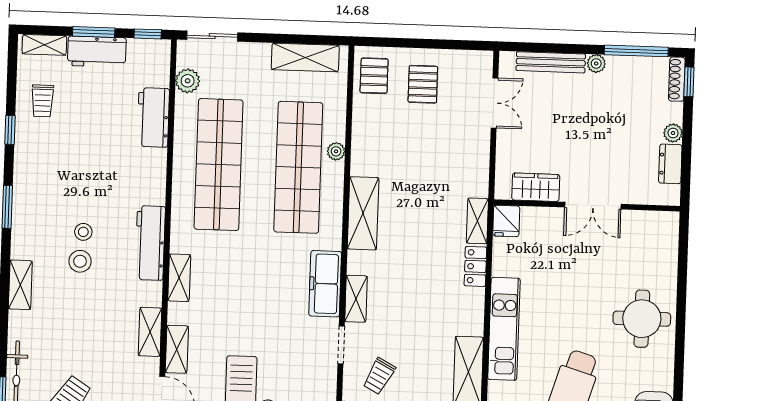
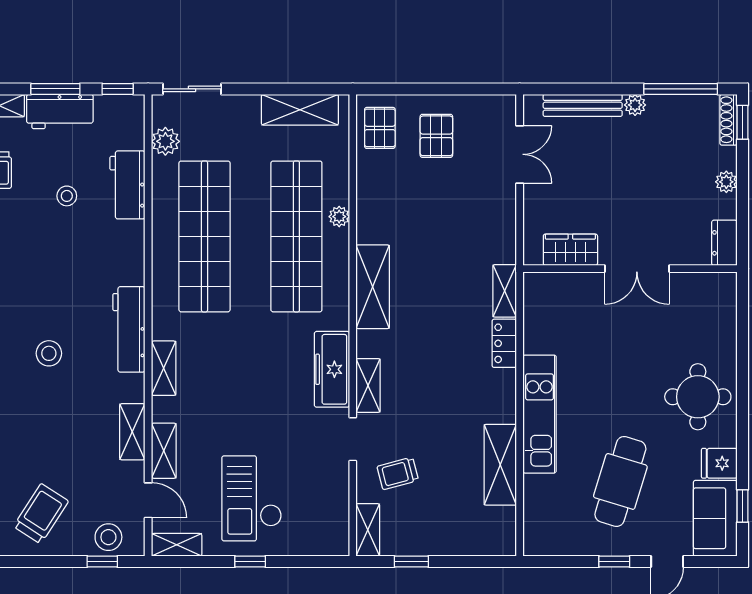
dresser: (670, 164) -> (724, 243), moved
fridge: (506, 221) -> (719, 463), moved, turned 90
stool: (83, 232) -> (67, 196), moved
trolley: (379, 376) -> (398, 473), turned 47

